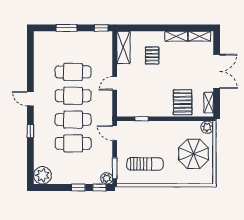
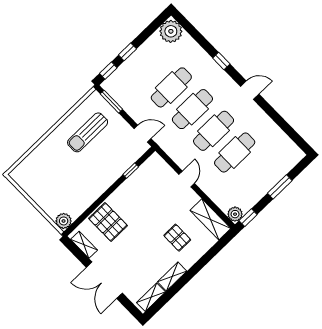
parasol: (194, 154) -> (52, 185), removed
plant: (107, 178) -> (235, 214), moved

